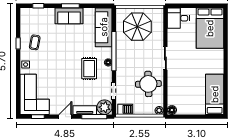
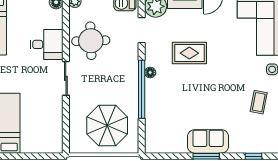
desk: (178, 18) -> (47, 44), moved
sofa: (104, 27) -> (157, 124), removed
rug: (89, 69) -> (189, 53), moved, turned 90

